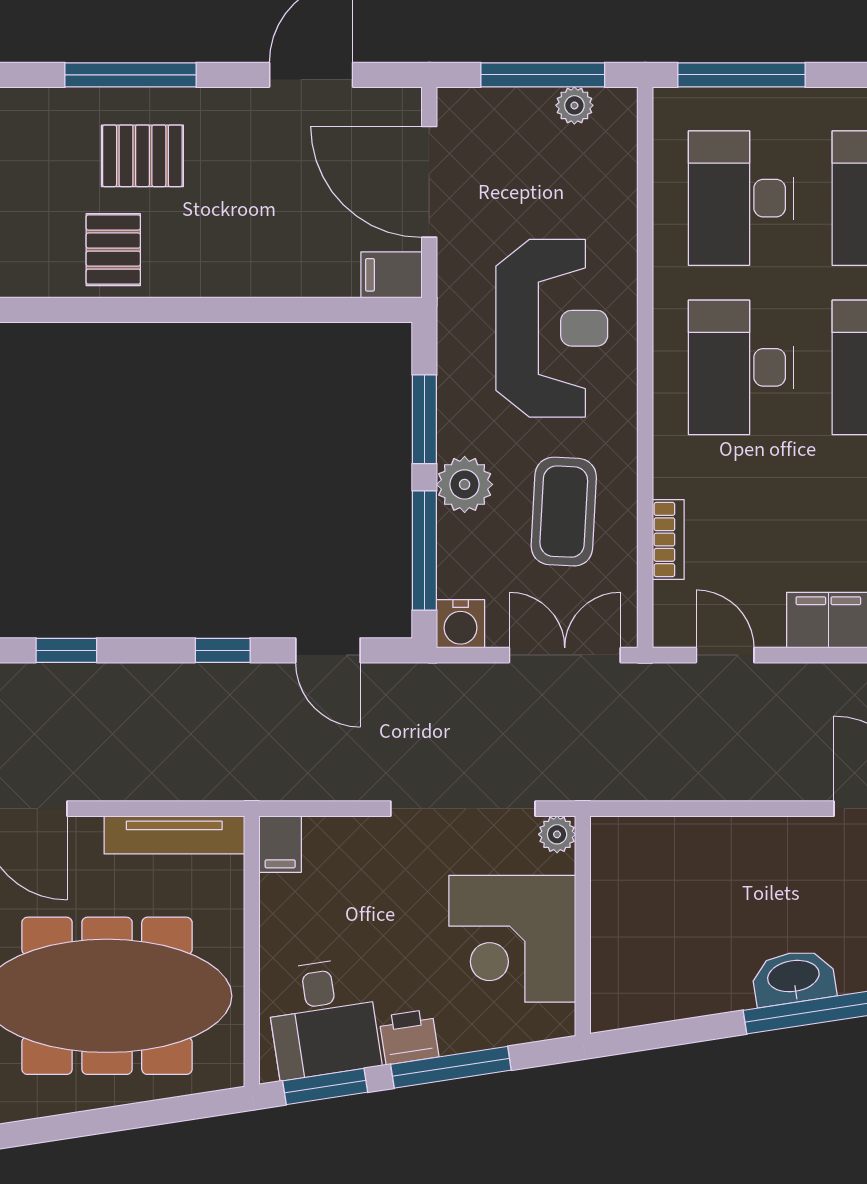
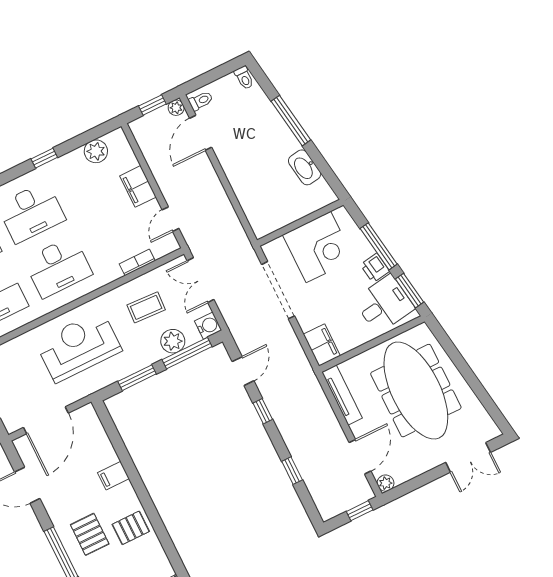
filing cabinet: (391, 275) -> (113, 476), moved, turned 90
plant: (465, 484) -> (173, 341), moved
coffee table: (564, 512) -> (146, 307), width x0.73, depth x0.77
plant: (557, 834) -> (270, 250), removed
filing cabinet: (280, 844) -> (322, 345), width x2.00
washbasin: (794, 978) -> (305, 167), moved

